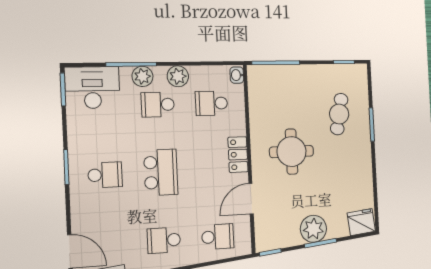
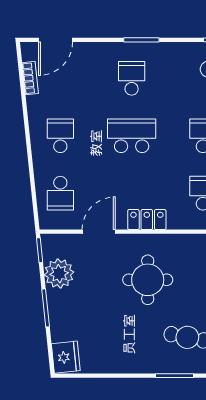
school desk: (161, 172) -> (132, 136), turned 180
school desk: (105, 175) -> (132, 78), turned 180
door: (251, 199) -> (99, 232), hinge flipped
plant: (313, 229) -> (59, 274), moved

